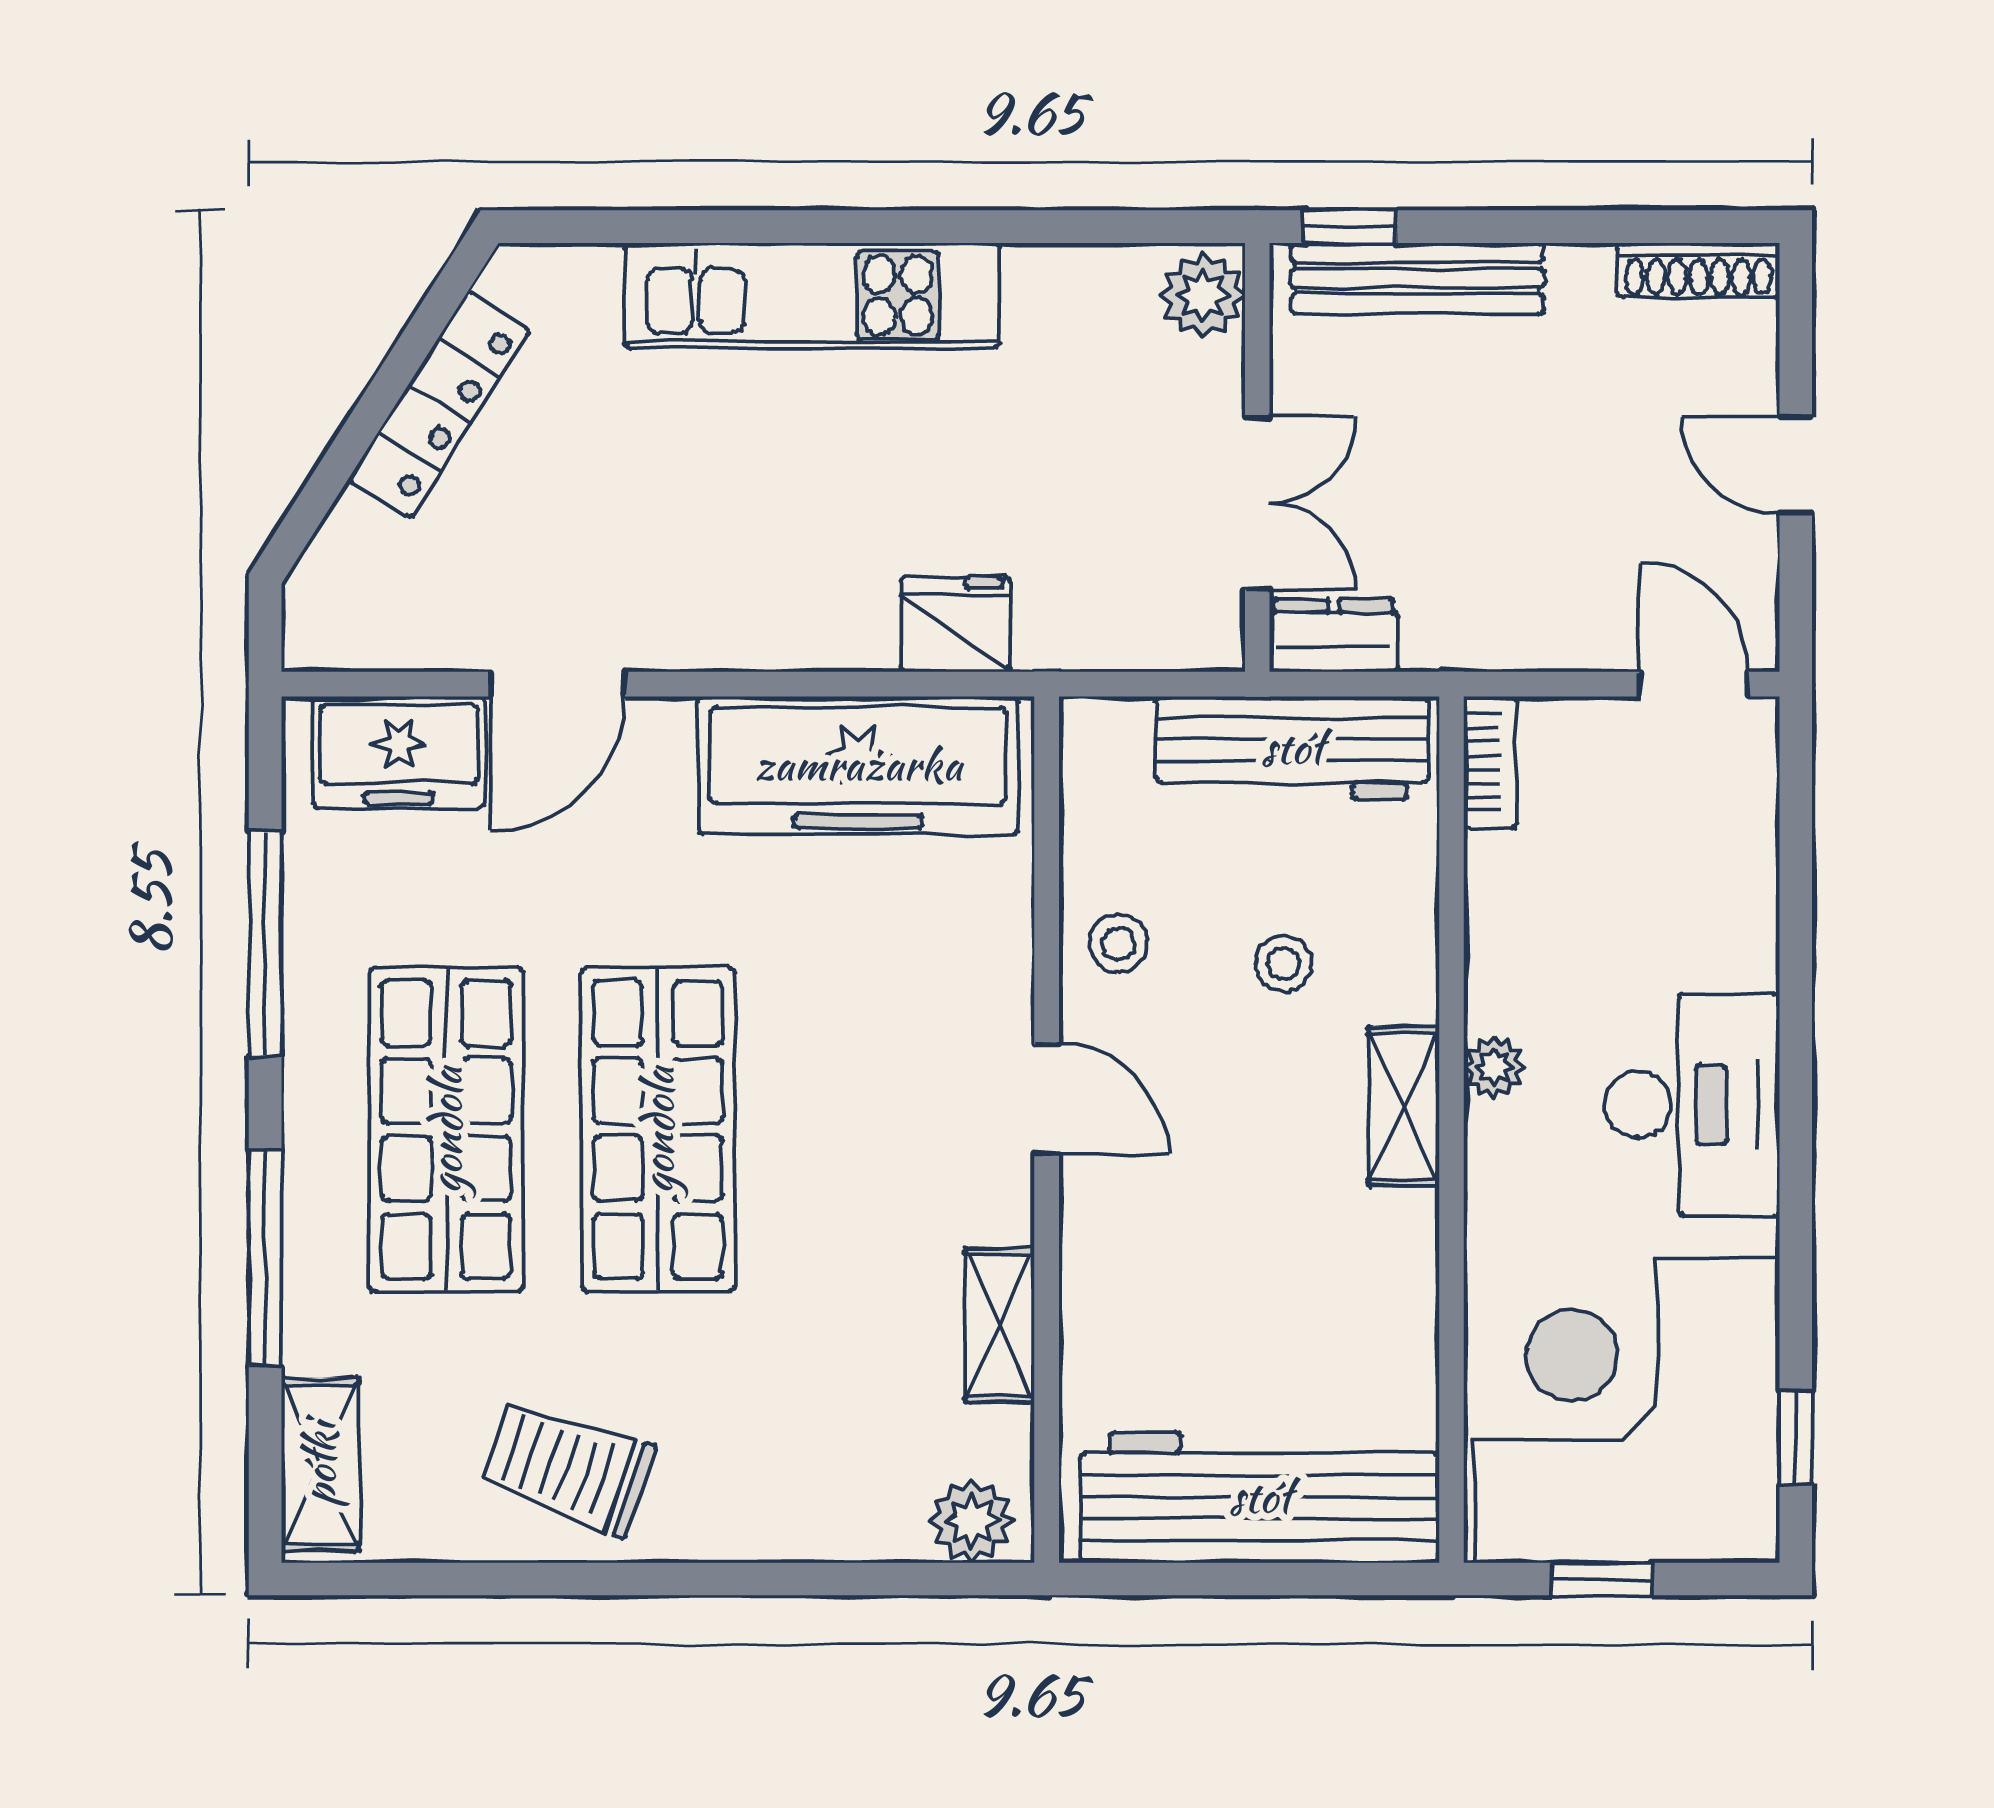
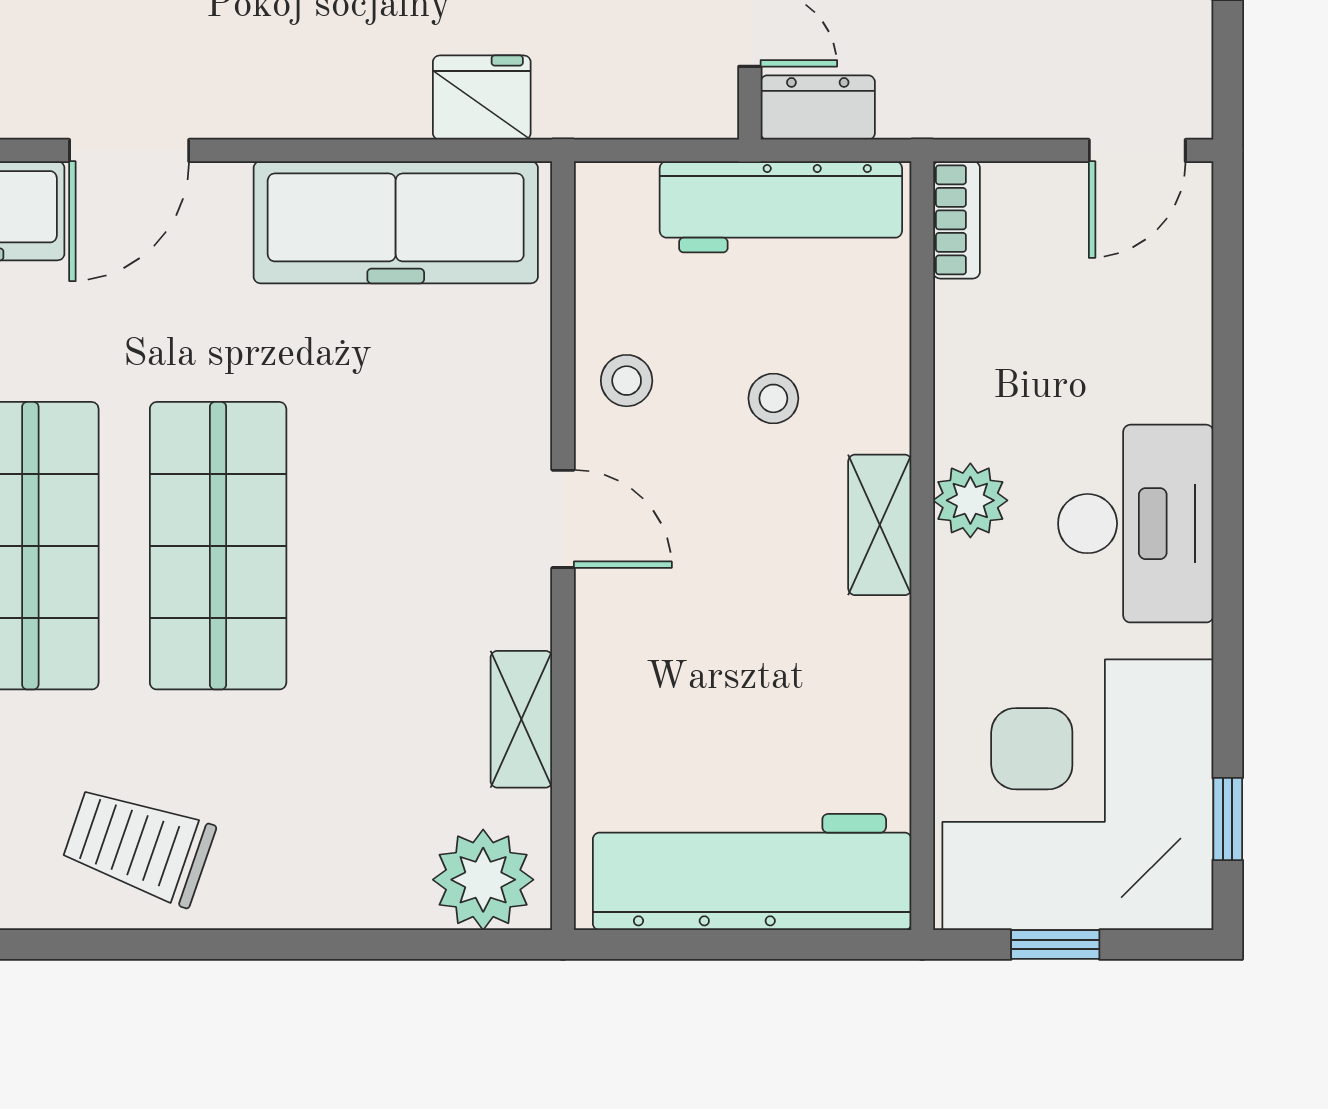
door: (1694, 684) -> (1137, 150), swing flipped
plant: (1494, 1067) -> (970, 500), width x1.38, depth x1.38
plant: (972, 1521) -> (483, 880), width x1.36, depth x1.36

